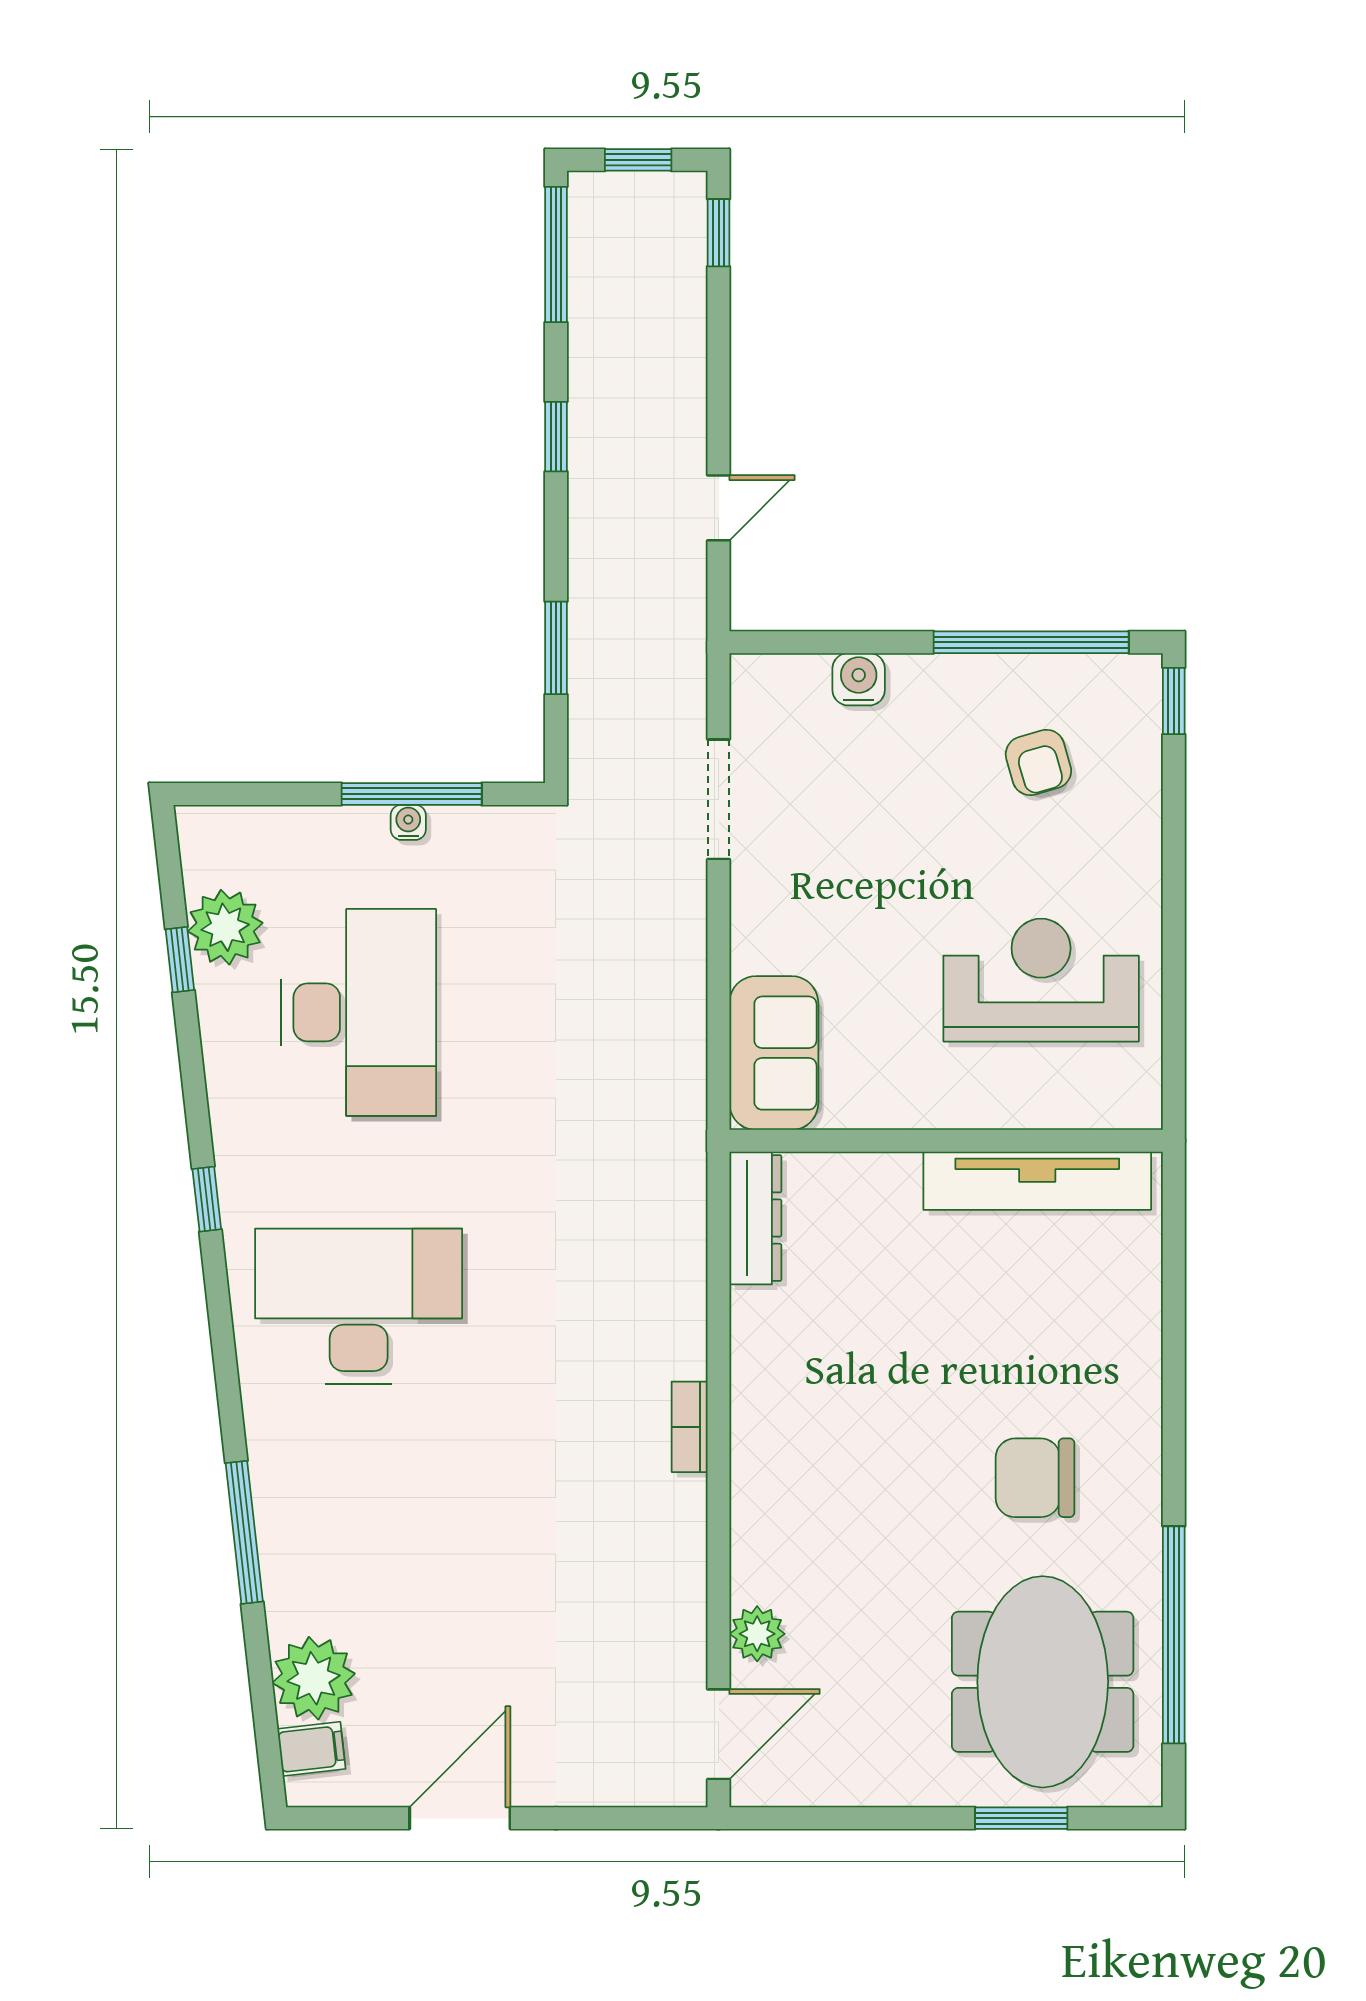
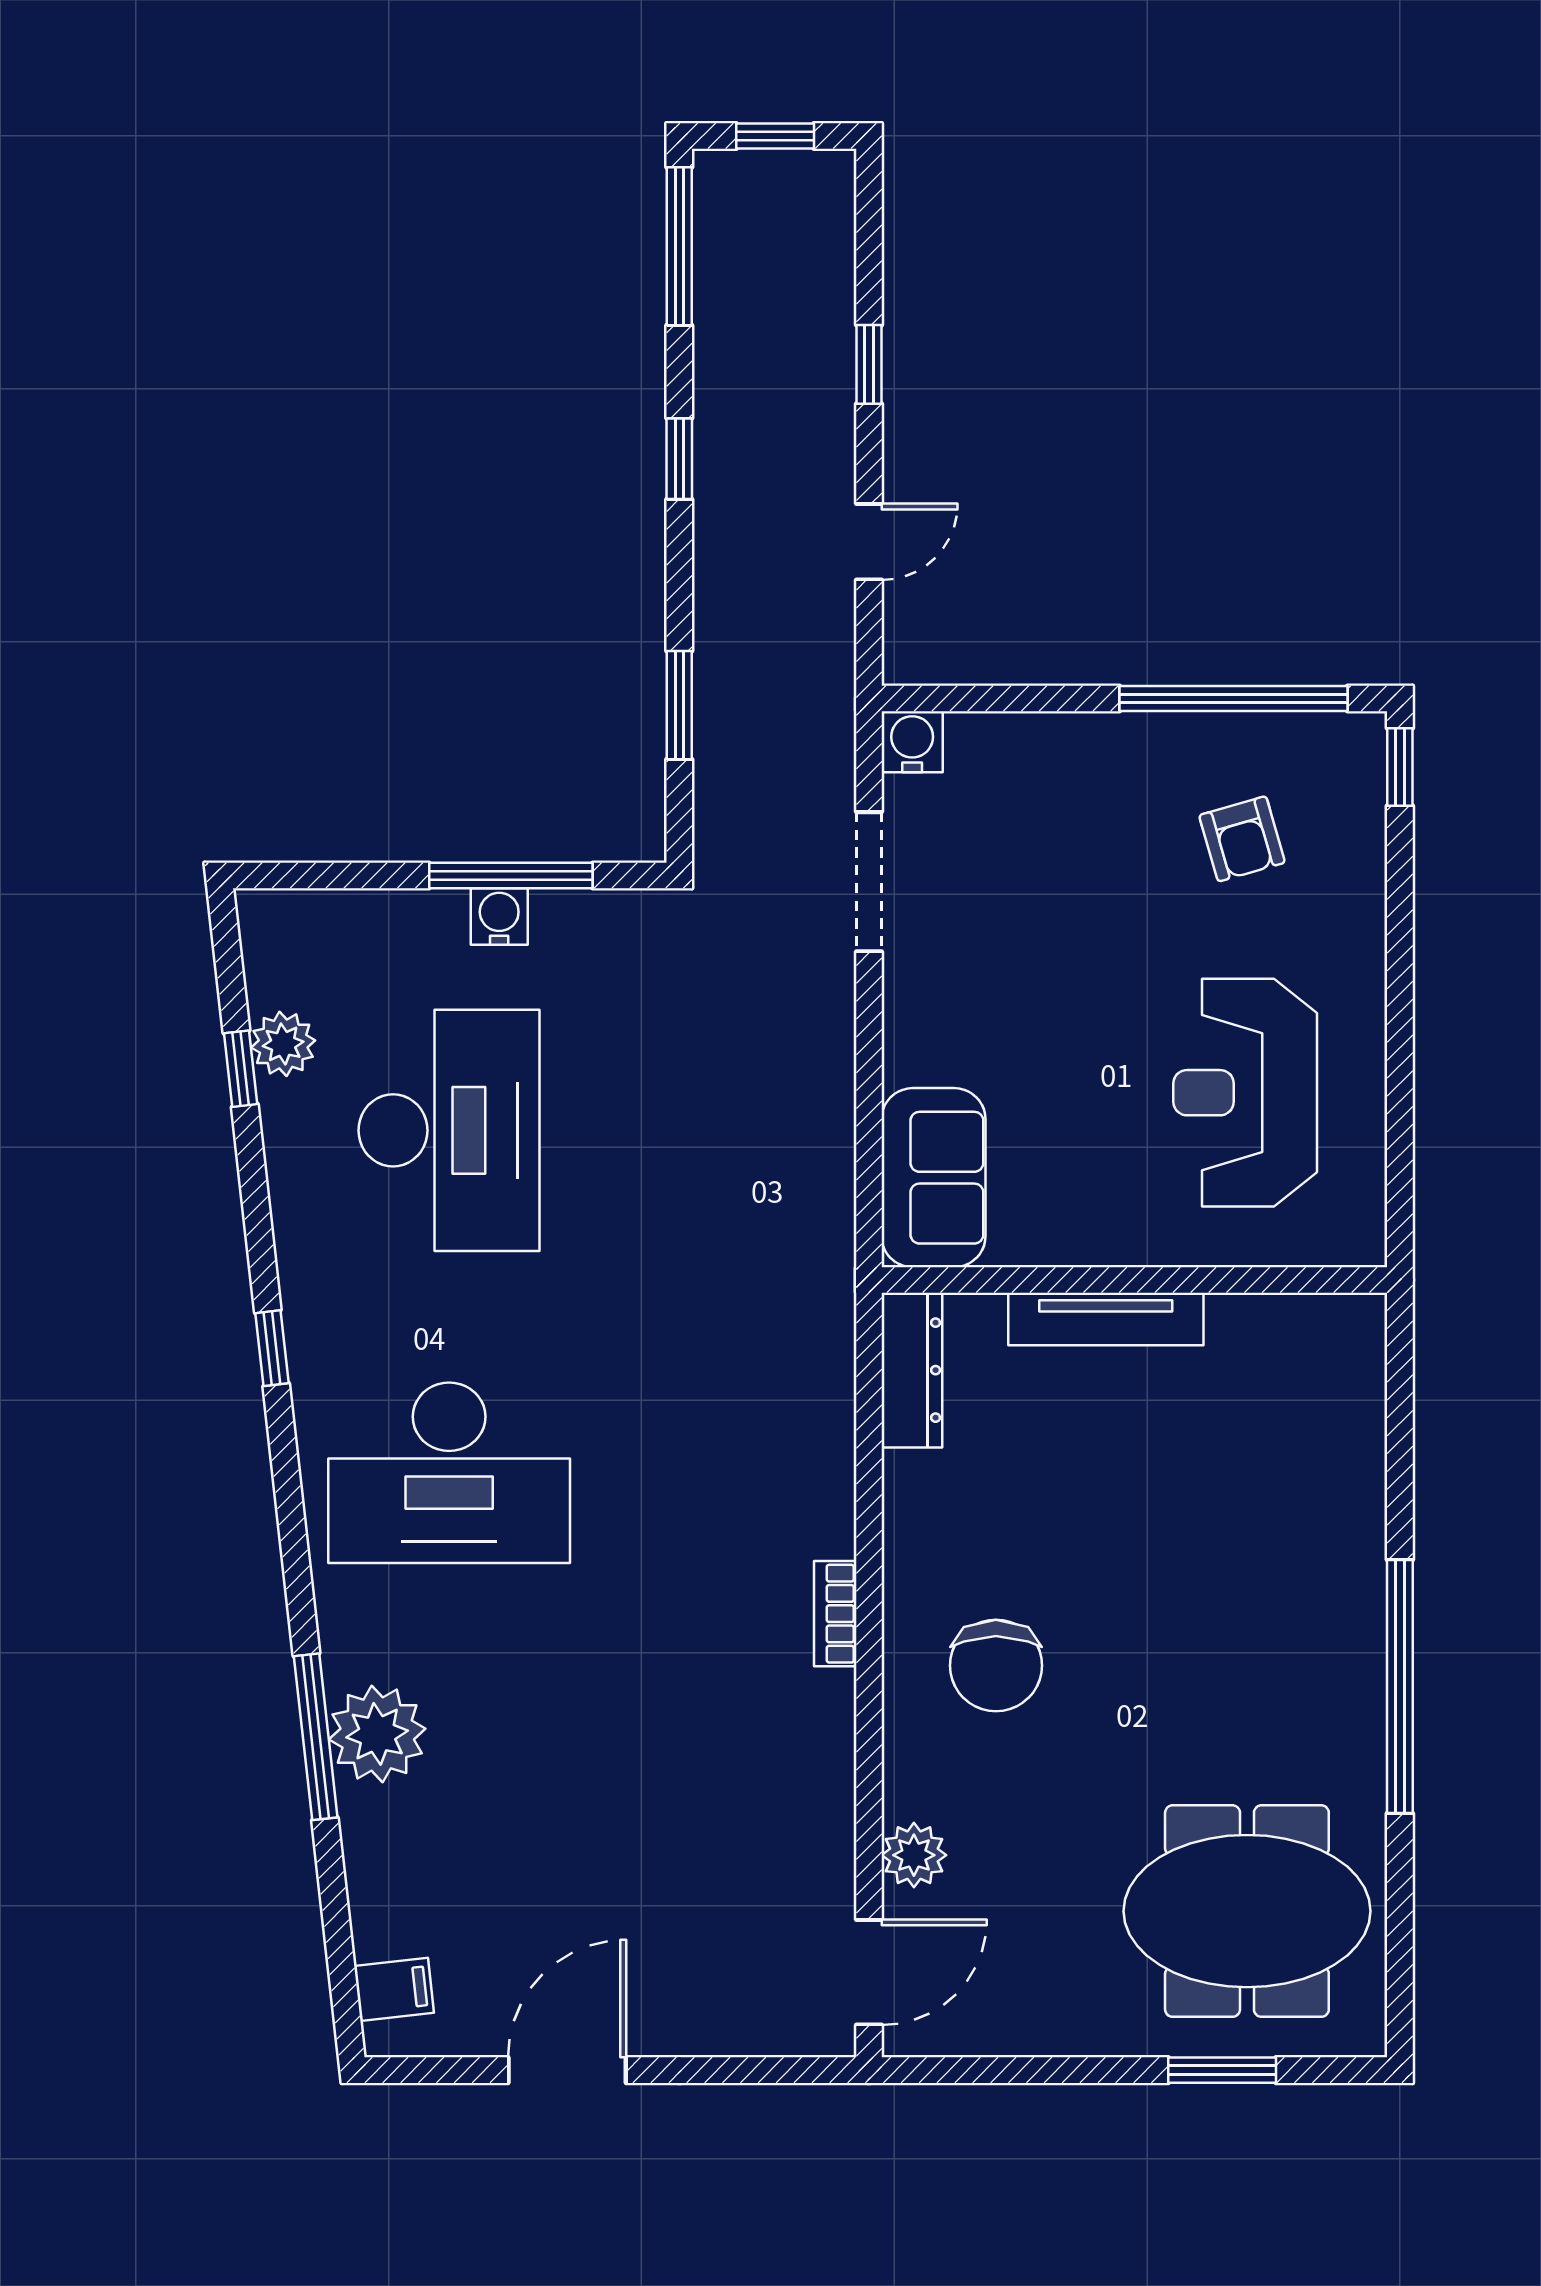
window: (719, 233) -> (869, 364), moved
water cooler: (859, 679) -> (912, 742), moved
water cooler: (408, 822) -> (499, 916), width x1.38, depth x1.38
plant: (225, 927) -> (283, 1044), width x0.73, depth x0.73
reception desk: (1041, 980) -> (1245, 1093), turned -90
tv unit: (1037, 1181) -> (1106, 1319), moved, width x0.73, depth x0.78
desk: (359, 1306) -> (449, 1473), turned 180
chair: (1035, 1478) -> (996, 1666), moved, turned -90
window: (1174, 1635) -> (1400, 1686), moved
plant: (314, 1678) -> (377, 1734), moved
meeting table: (1043, 1682) -> (1247, 1911), turned 90

